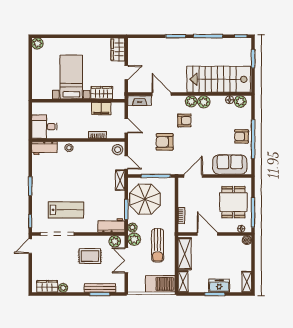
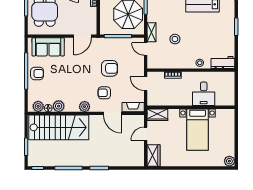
wardrobe: (102, 93) -> (157, 115), moved
plant: (204, 102) -> (59, 106), moved
filing cabinet: (101, 109) -> (169, 100), removed
armchair: (184, 120) -> (104, 93), moved
desk: (44, 127) -> (204, 94), moved, turned 90
stool: (118, 150) -> (175, 39), moved

